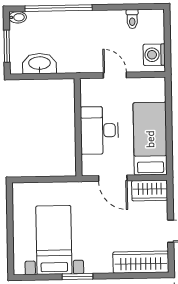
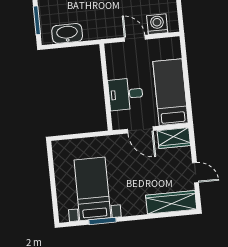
washing machine: (154, 55) -> (157, 24), moved, turned 90
desk: (99, 130) -> (126, 94), width x0.73
window: (77, 277) -> (102, 221), moved

